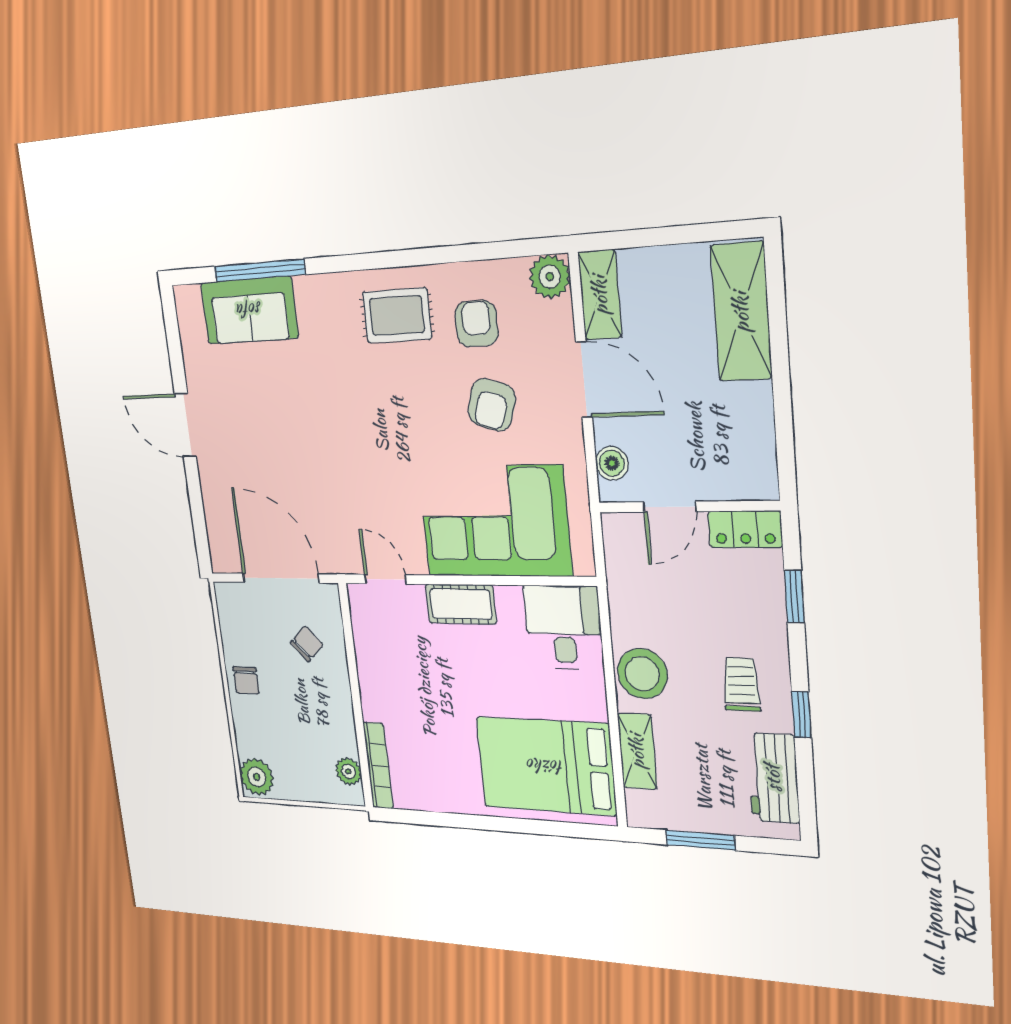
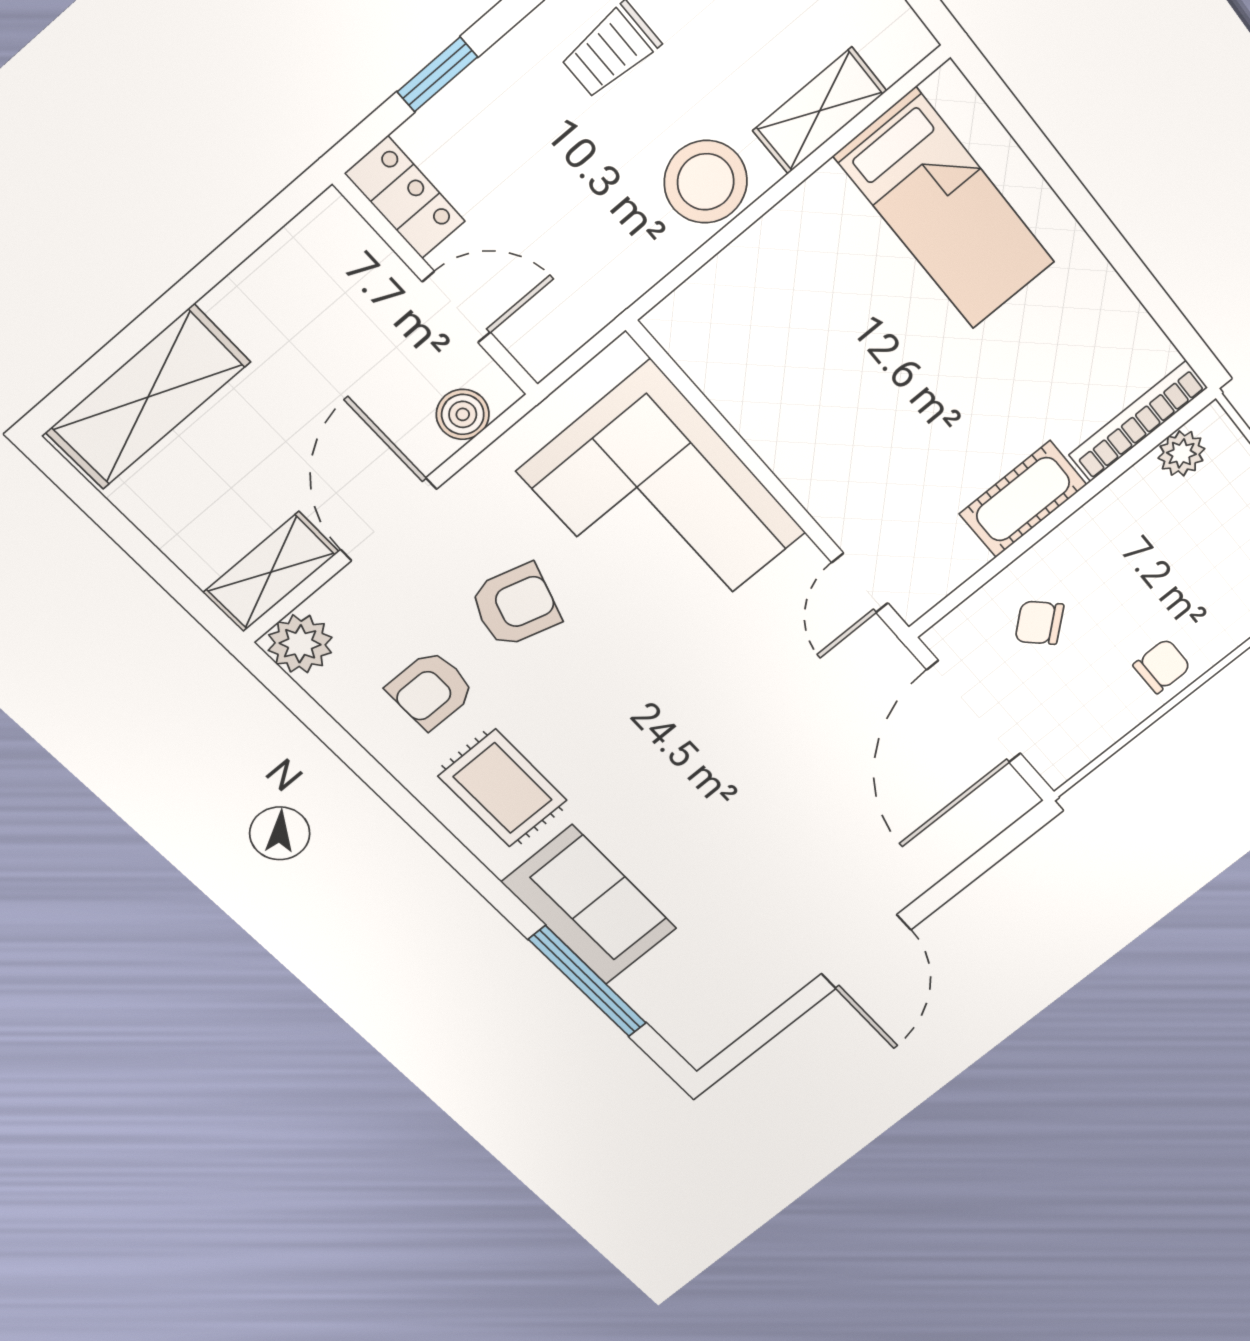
sofa: (249, 310) -> (589, 905), moved
cot: (461, 604) -> (1023, 499), moved, turned 90
desk: (563, 627) -> (730, 322), removed
bed: (546, 766) -> (945, 210), width x0.67

